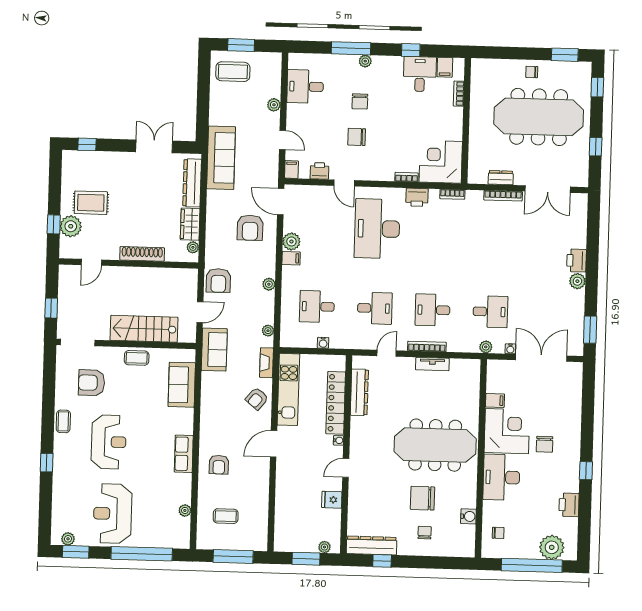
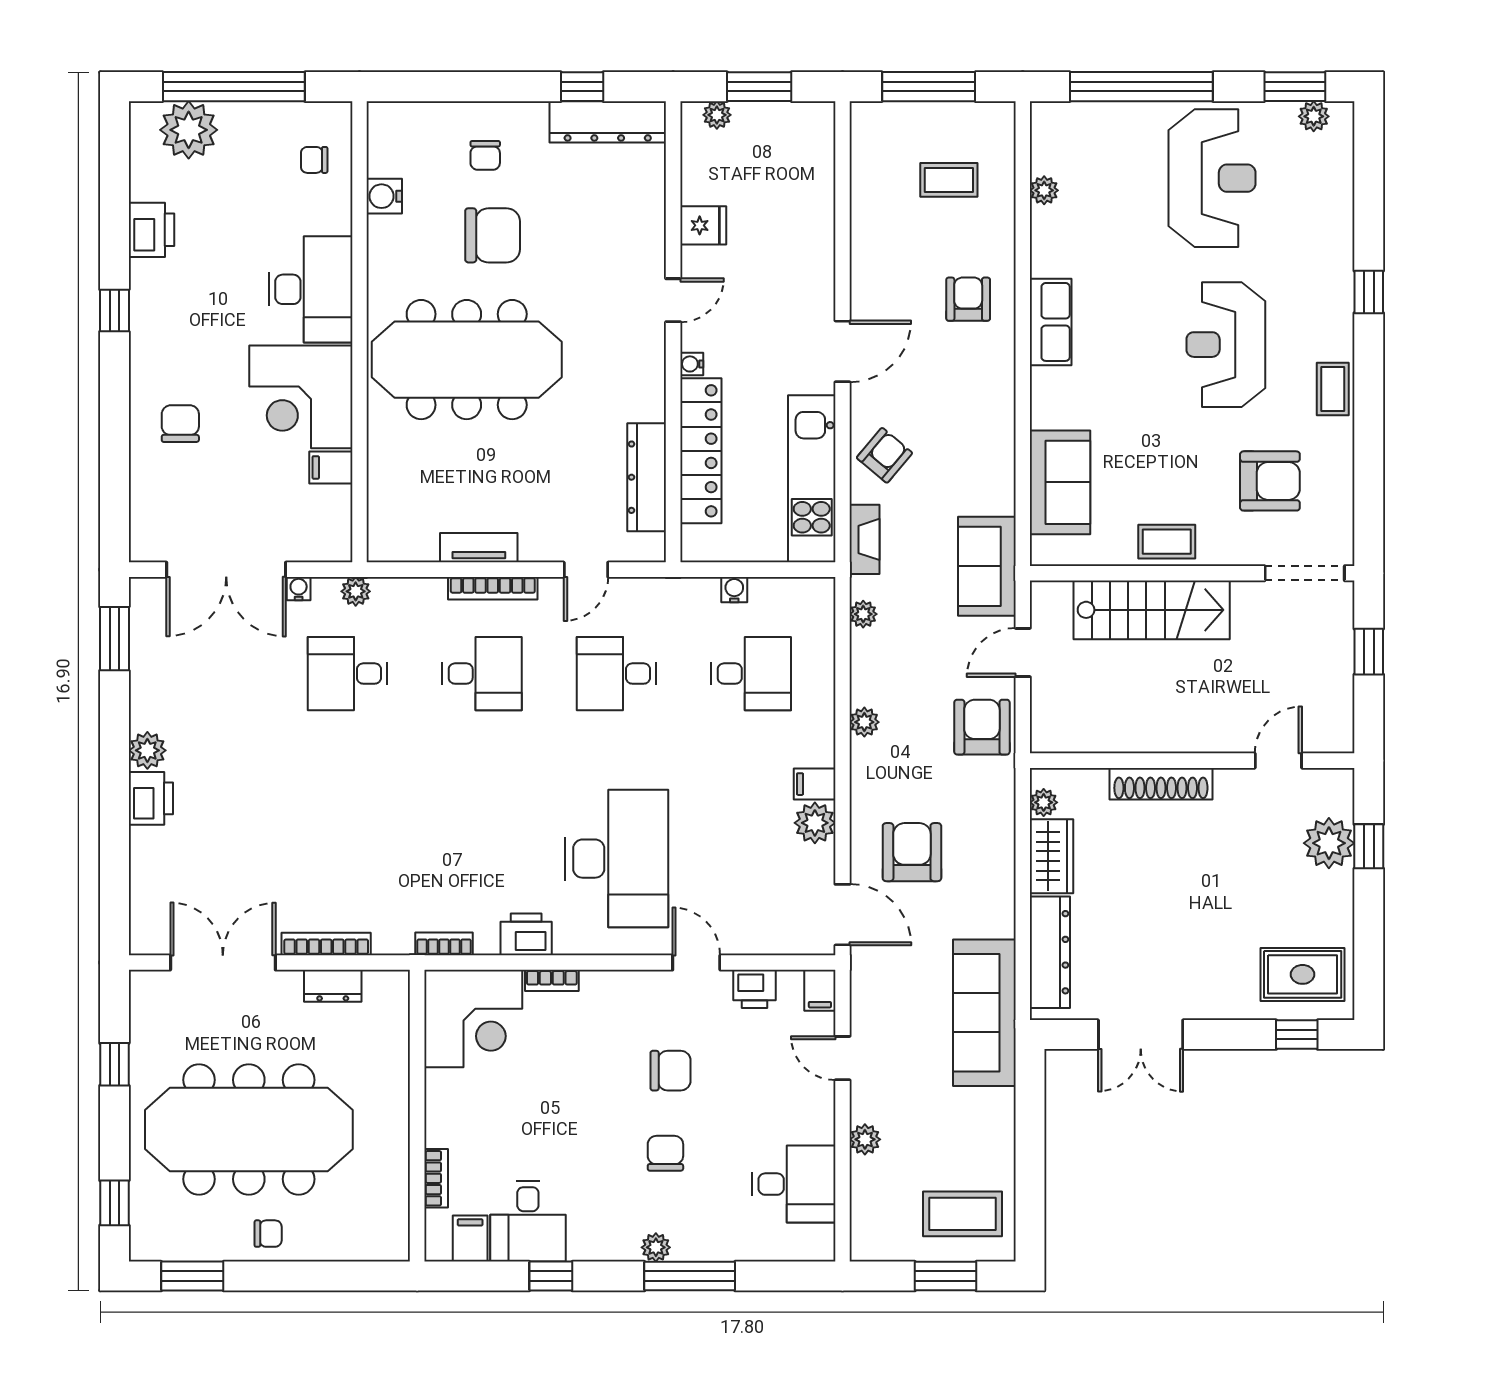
rug: (91, 203) -> (1303, 974), moved
chair: (545, 444) -> (180, 424), moved

